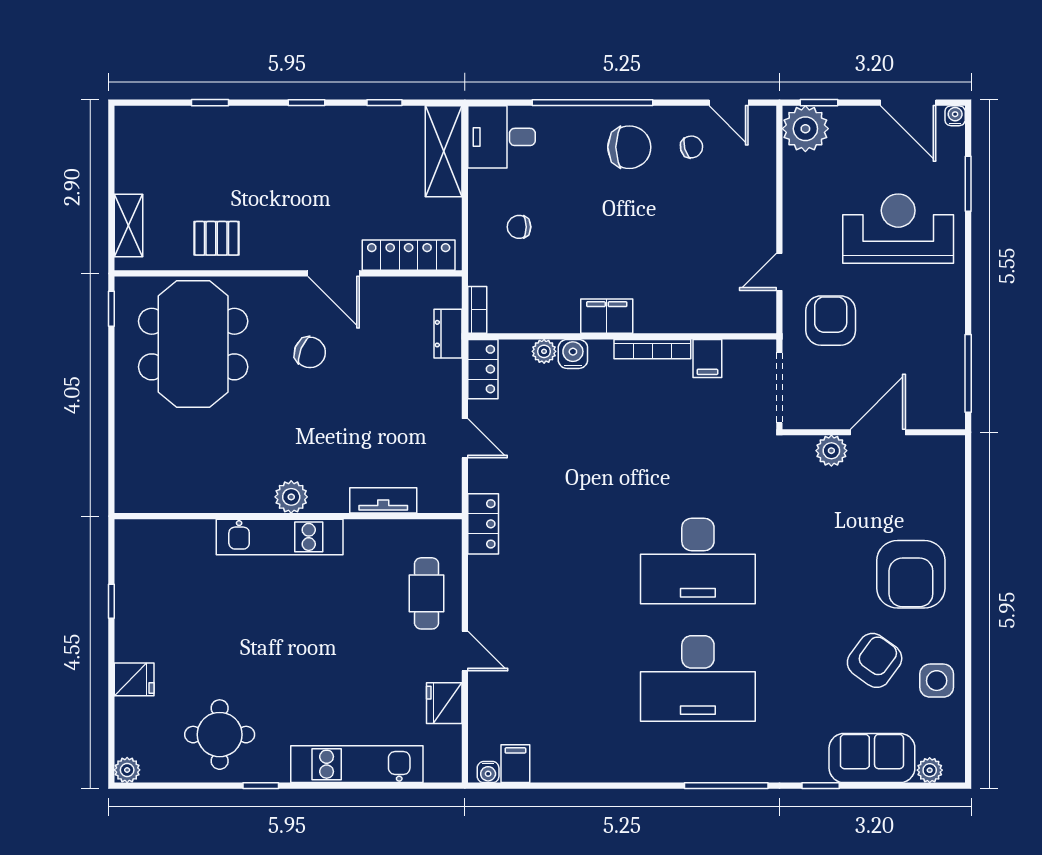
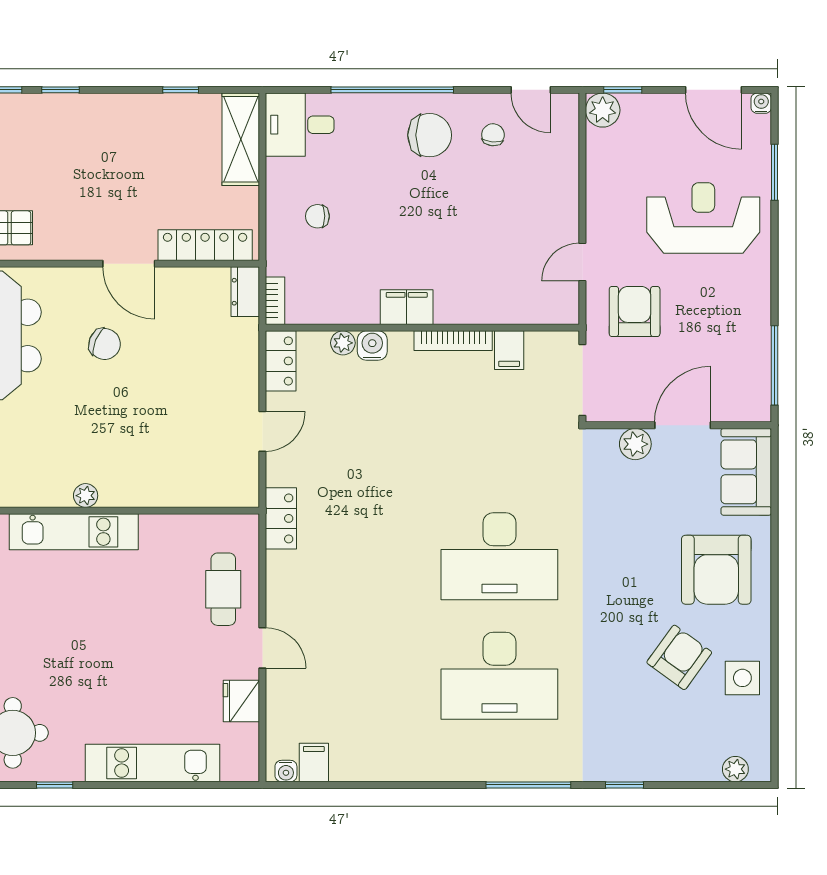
window: (307, 103) -> (61, 90), moved
plant: (805, 129) -> (603, 110), width x0.73, depth x0.73
chair: (691, 147) -> (493, 135), turned -69
dresser: (448, 334) -> (245, 292), moved
door: (465, 438) -> (262, 431), hinge flipped
plant: (291, 497) -> (86, 496), width x0.73, depth x0.73
tv unit: (383, 500) -> (179, 495), removed
sofa: (872, 758) -> (746, 472), moved, turned -90

